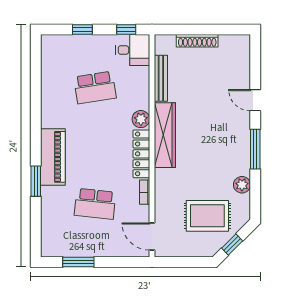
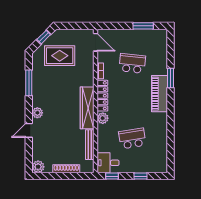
plant: (241, 44) -> (38, 167), added
door: (255, 100) -> (29, 130), swing flipped
window: (255, 149) -> (29, 83), moved
plant: (242, 185) -> (37, 113), moved

